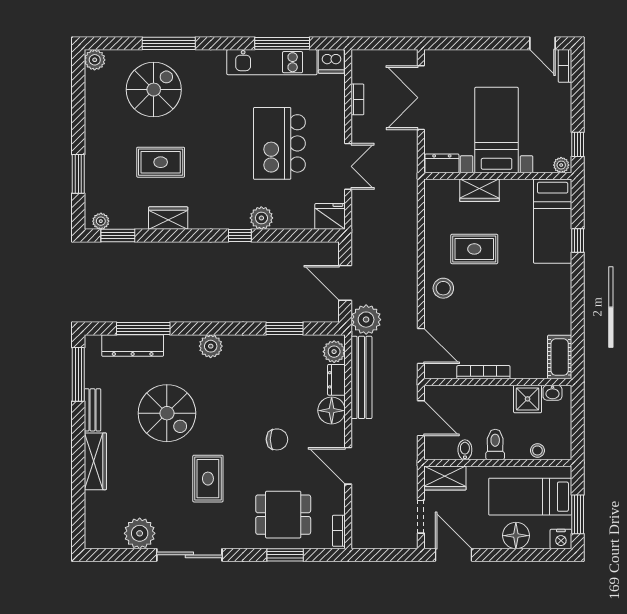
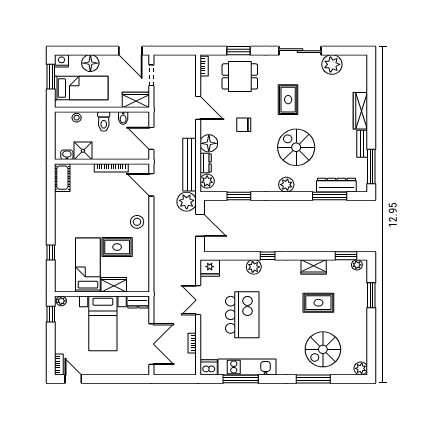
bed: (553, 221) -> (88, 265), moved
spiral stairs: (167, 413) -> (296, 147), moved

